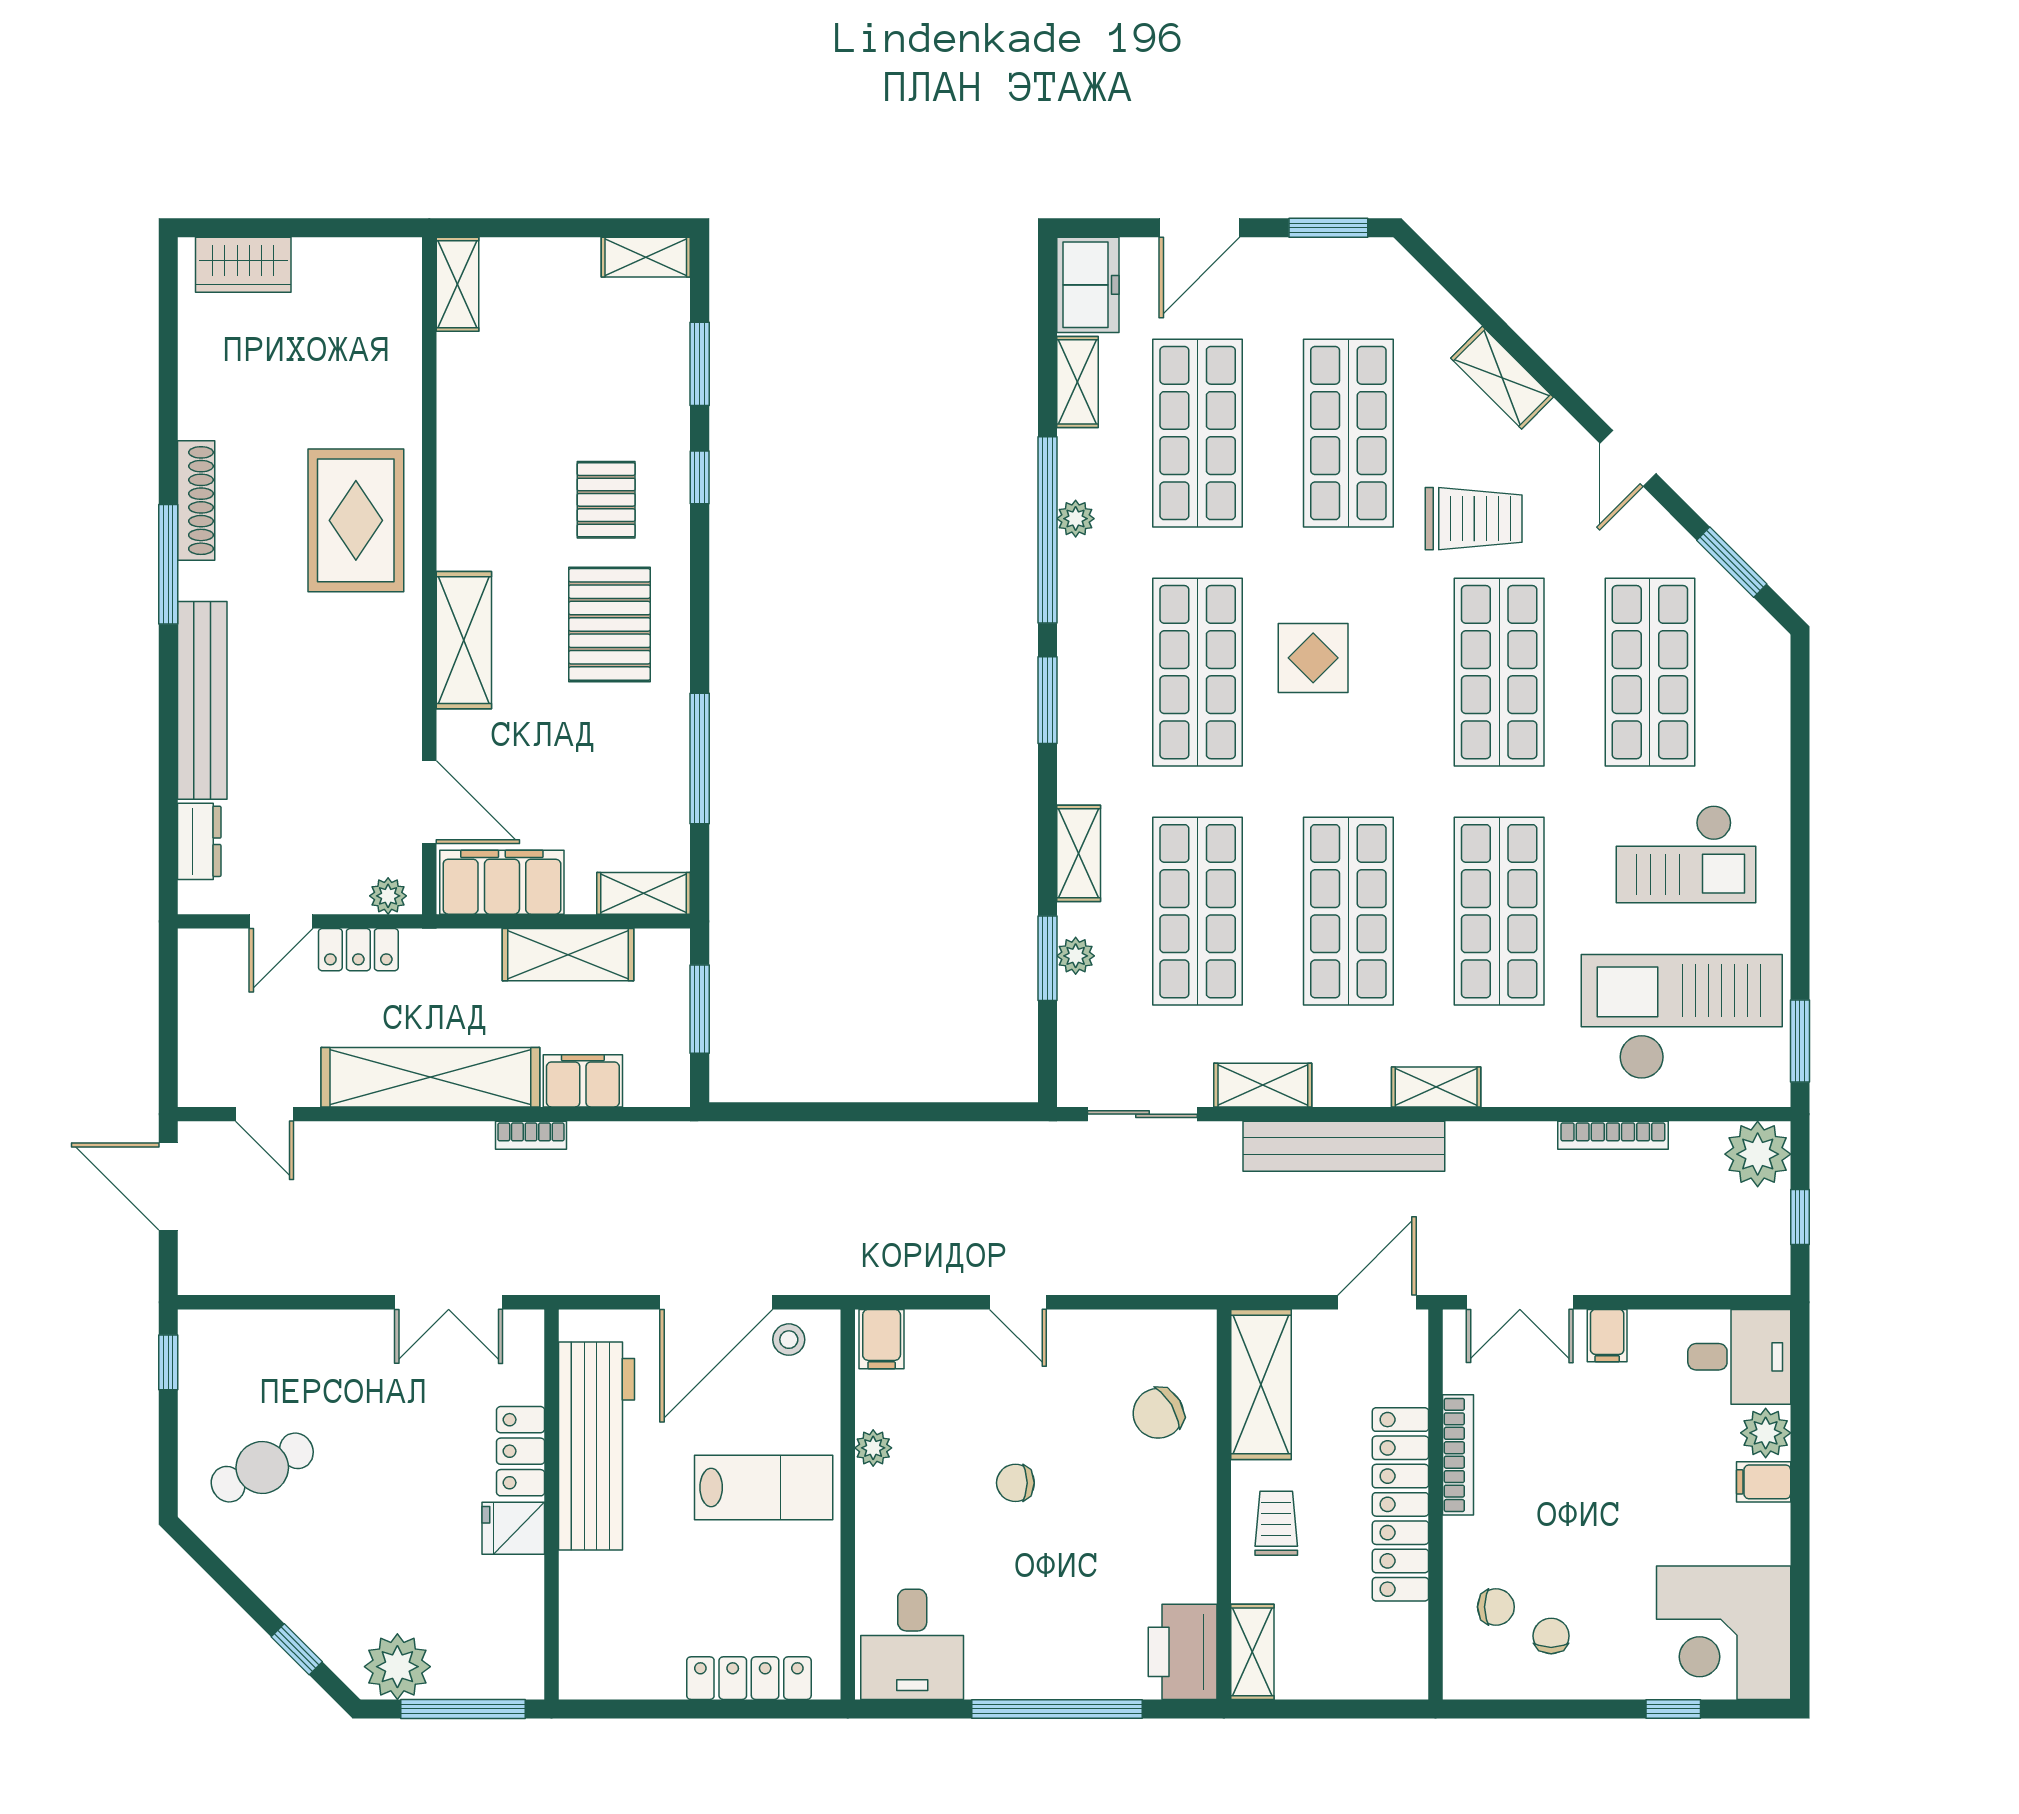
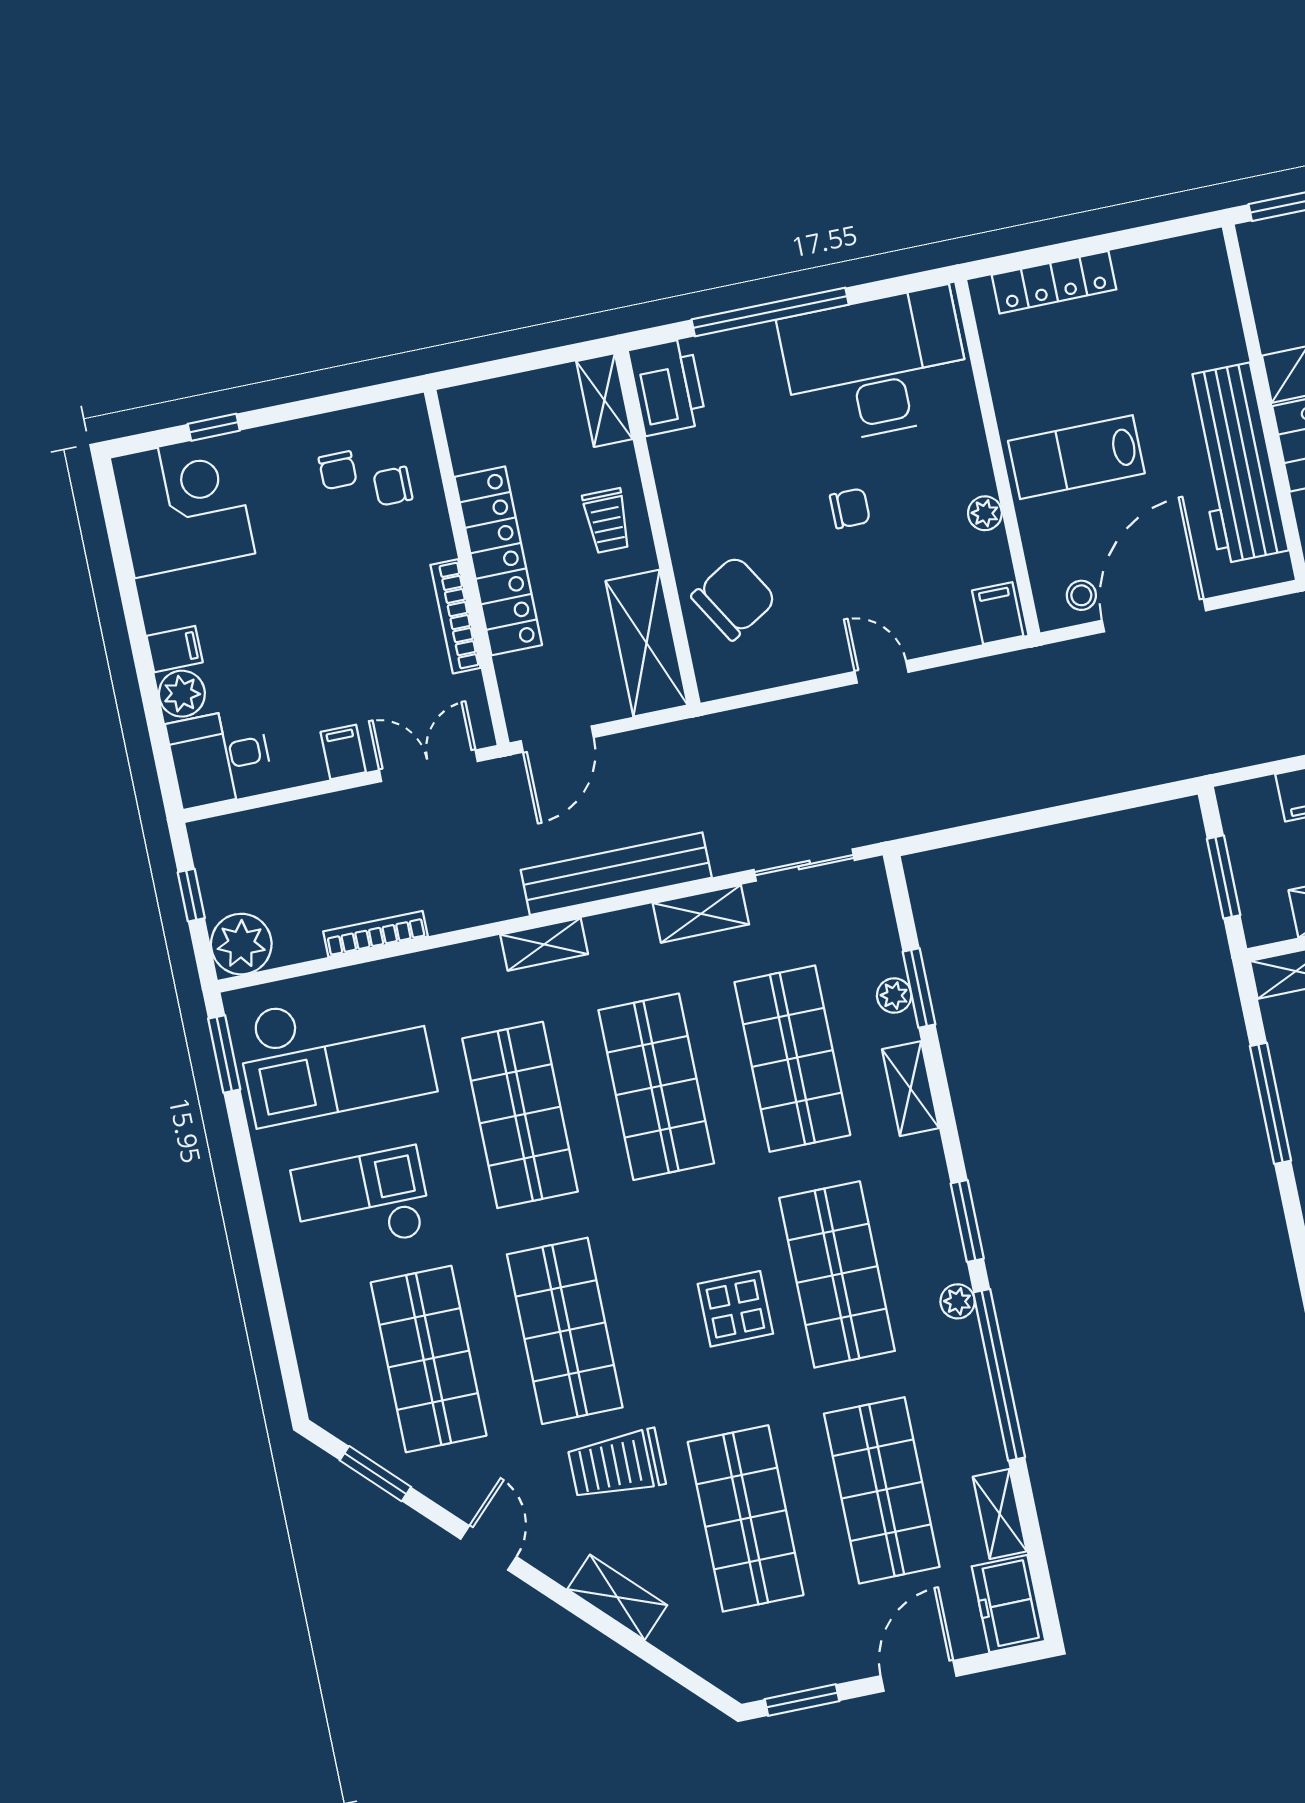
plant: (1076, 519) -> (958, 1301), moved
chair: (1158, 1413) -> (734, 598), width x1.37, depth x1.37
desk: (912, 1644) -> (876, 367), width x1.87, depth x1.30

